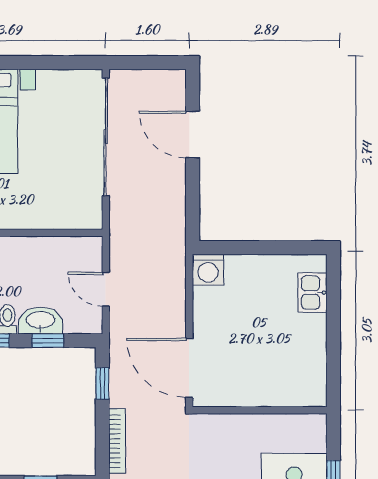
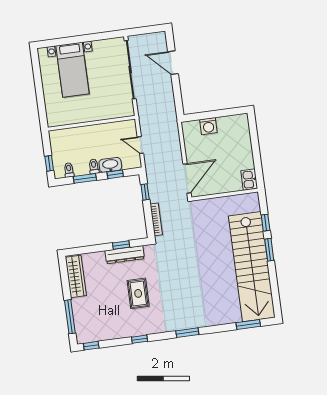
washing machine: (208, 270) -> (208, 126), moved
kitchen sink: (312, 293) -> (249, 180), moved
door: (189, 368) -> (187, 178), swing flipped

